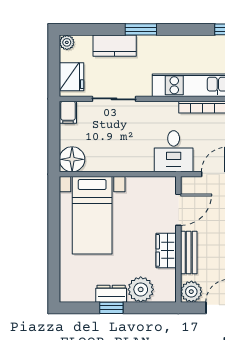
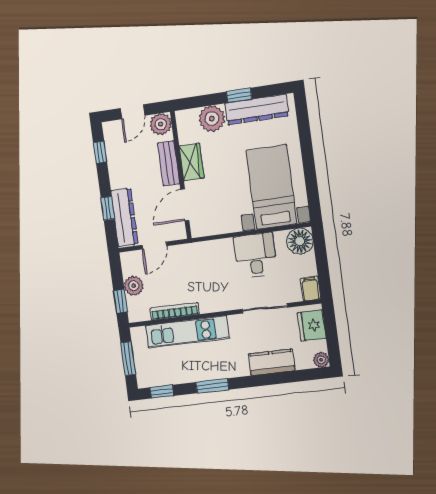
window: (141, 29) -> (212, 386), moved
desk: (174, 151) -> (255, 255), moved
dresser: (111, 294) -> (257, 109), width x1.96, depth x1.24

